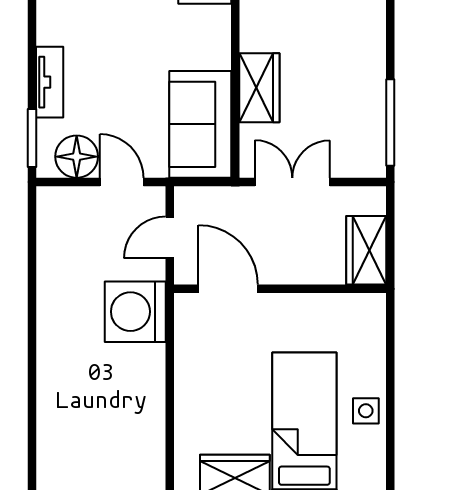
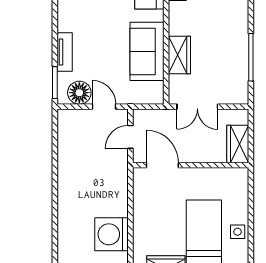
window: (390, 122) -> (251, 57), moved
sofa: (200, 124) -> (147, 51), moved
double door: (292, 182) -> (197, 107), swing flipped
washing machine: (135, 312) -> (111, 234), moved

